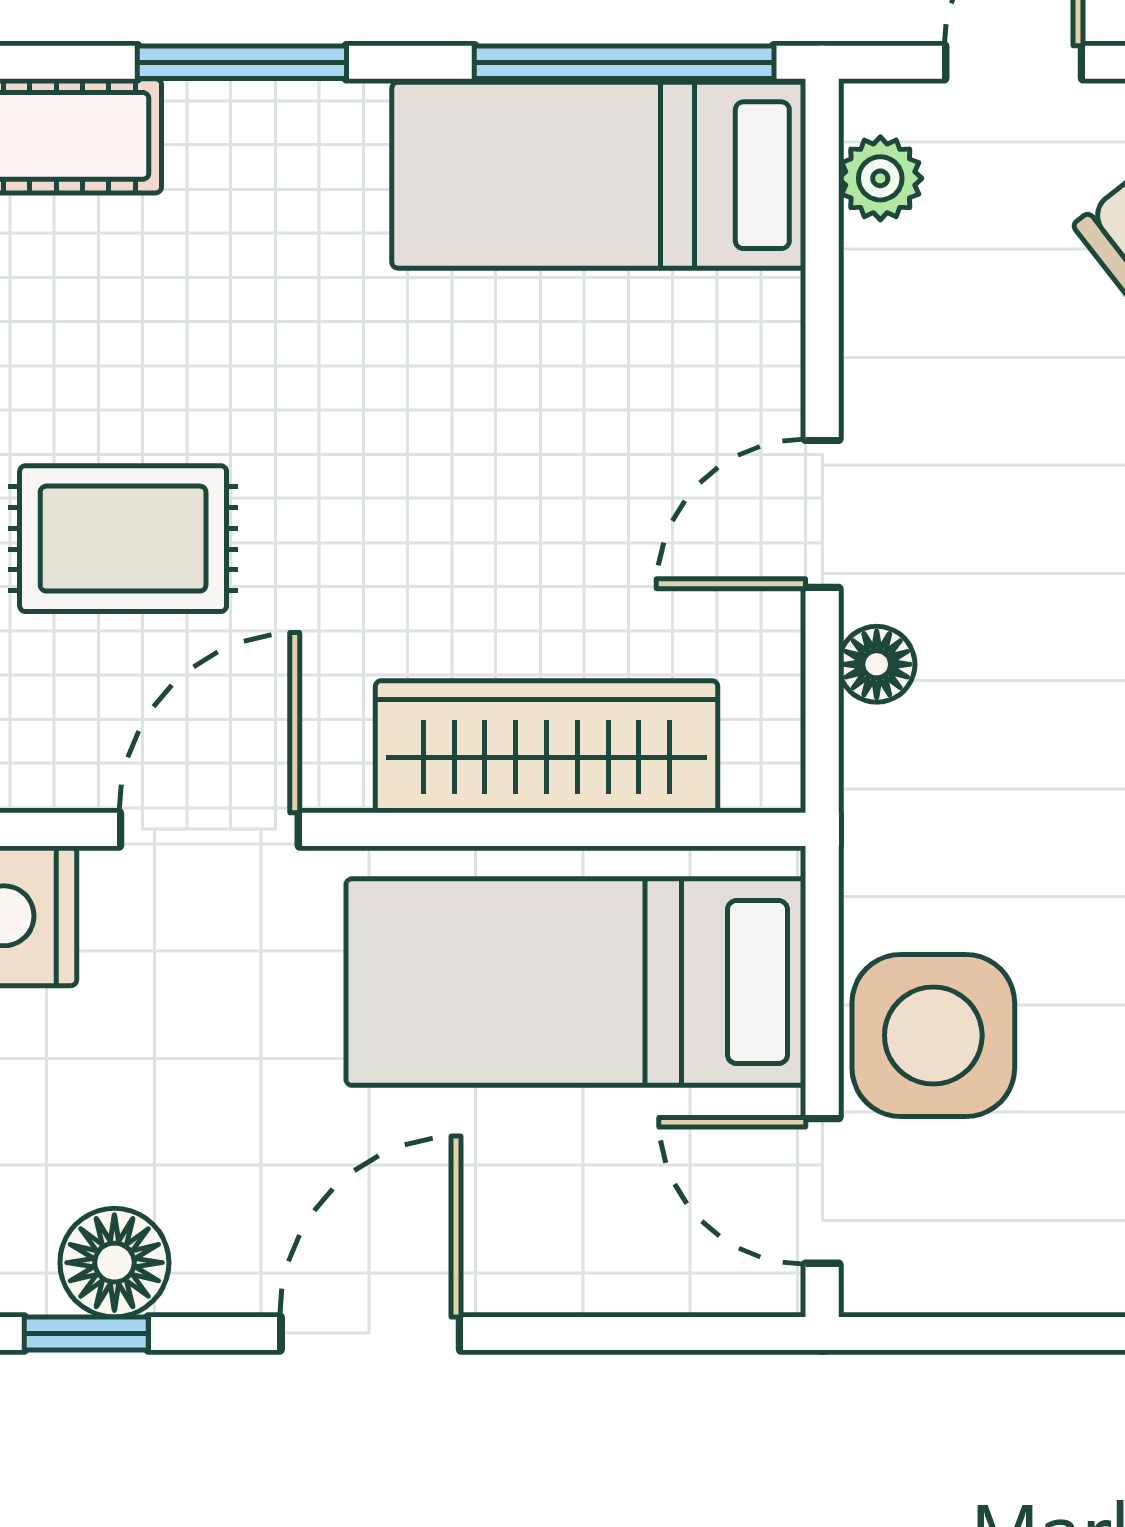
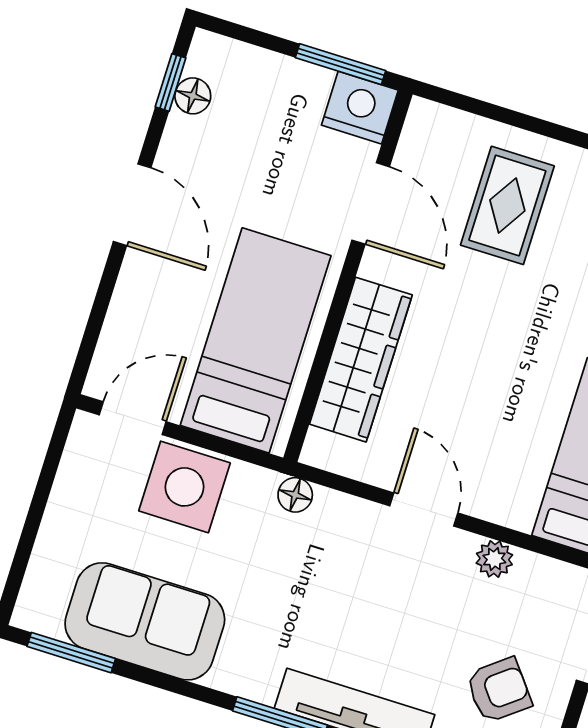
plant: (880, 178) -> (494, 559), moved
floor lamp: (877, 664) -> (295, 495), moved
floor lamp: (114, 1263) -> (193, 96), width x0.73, depth x0.73

